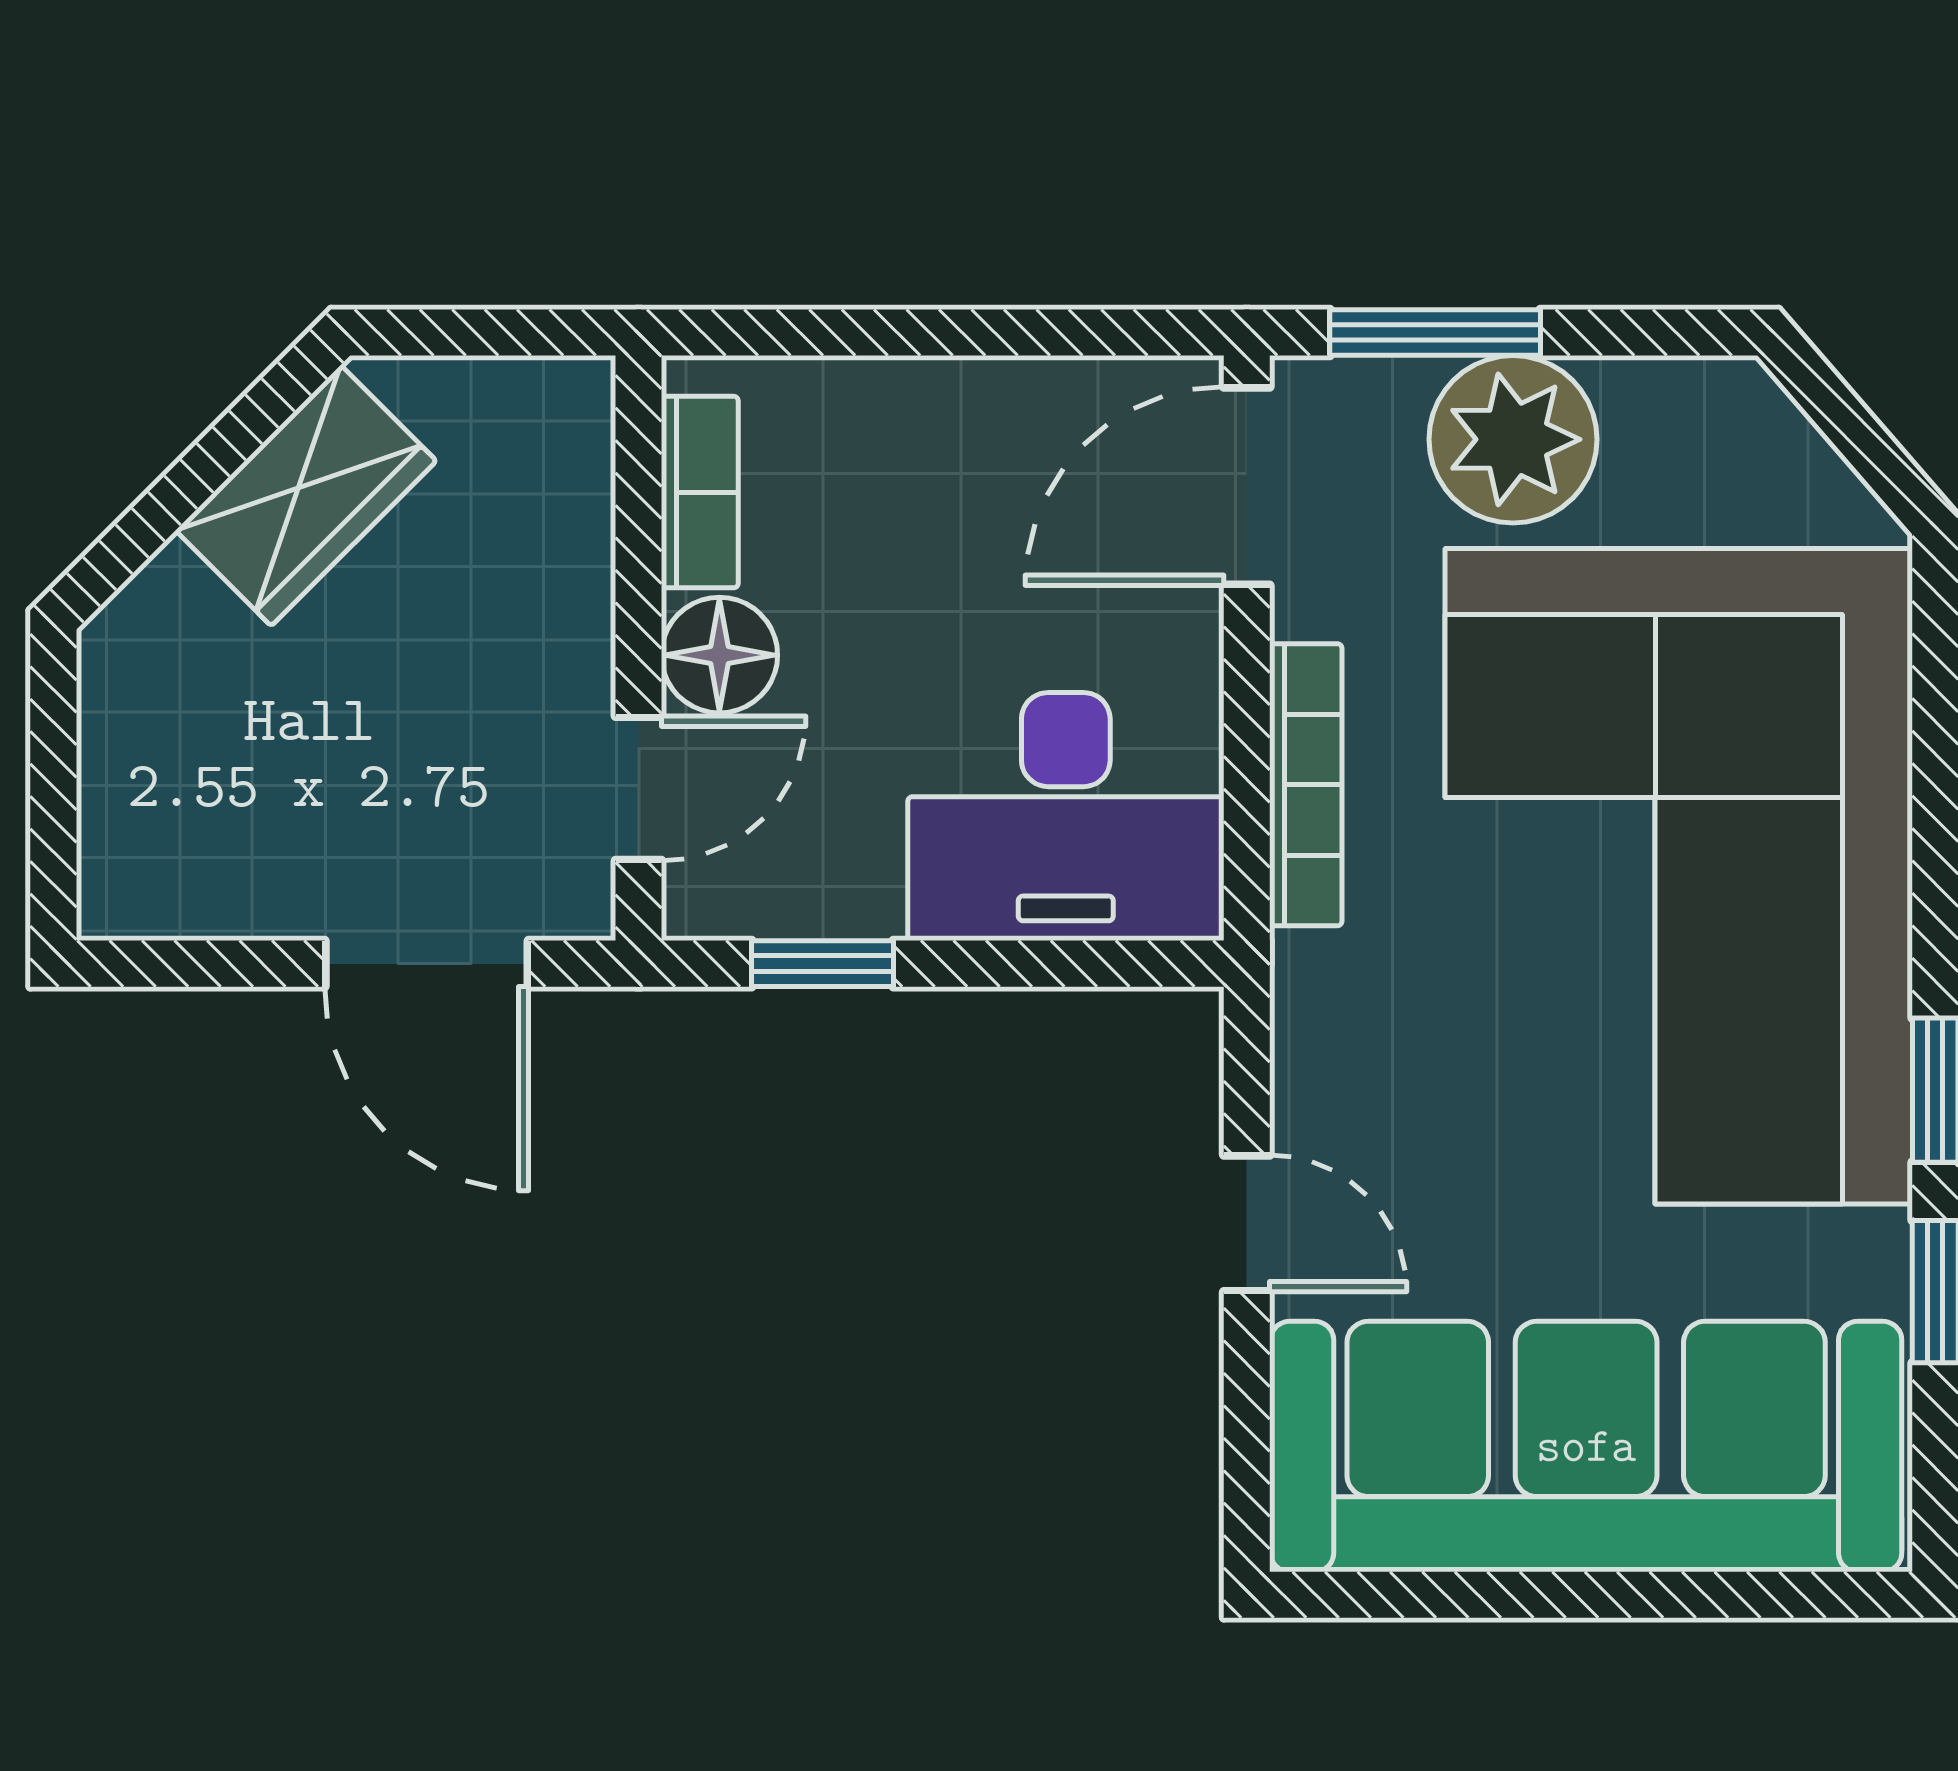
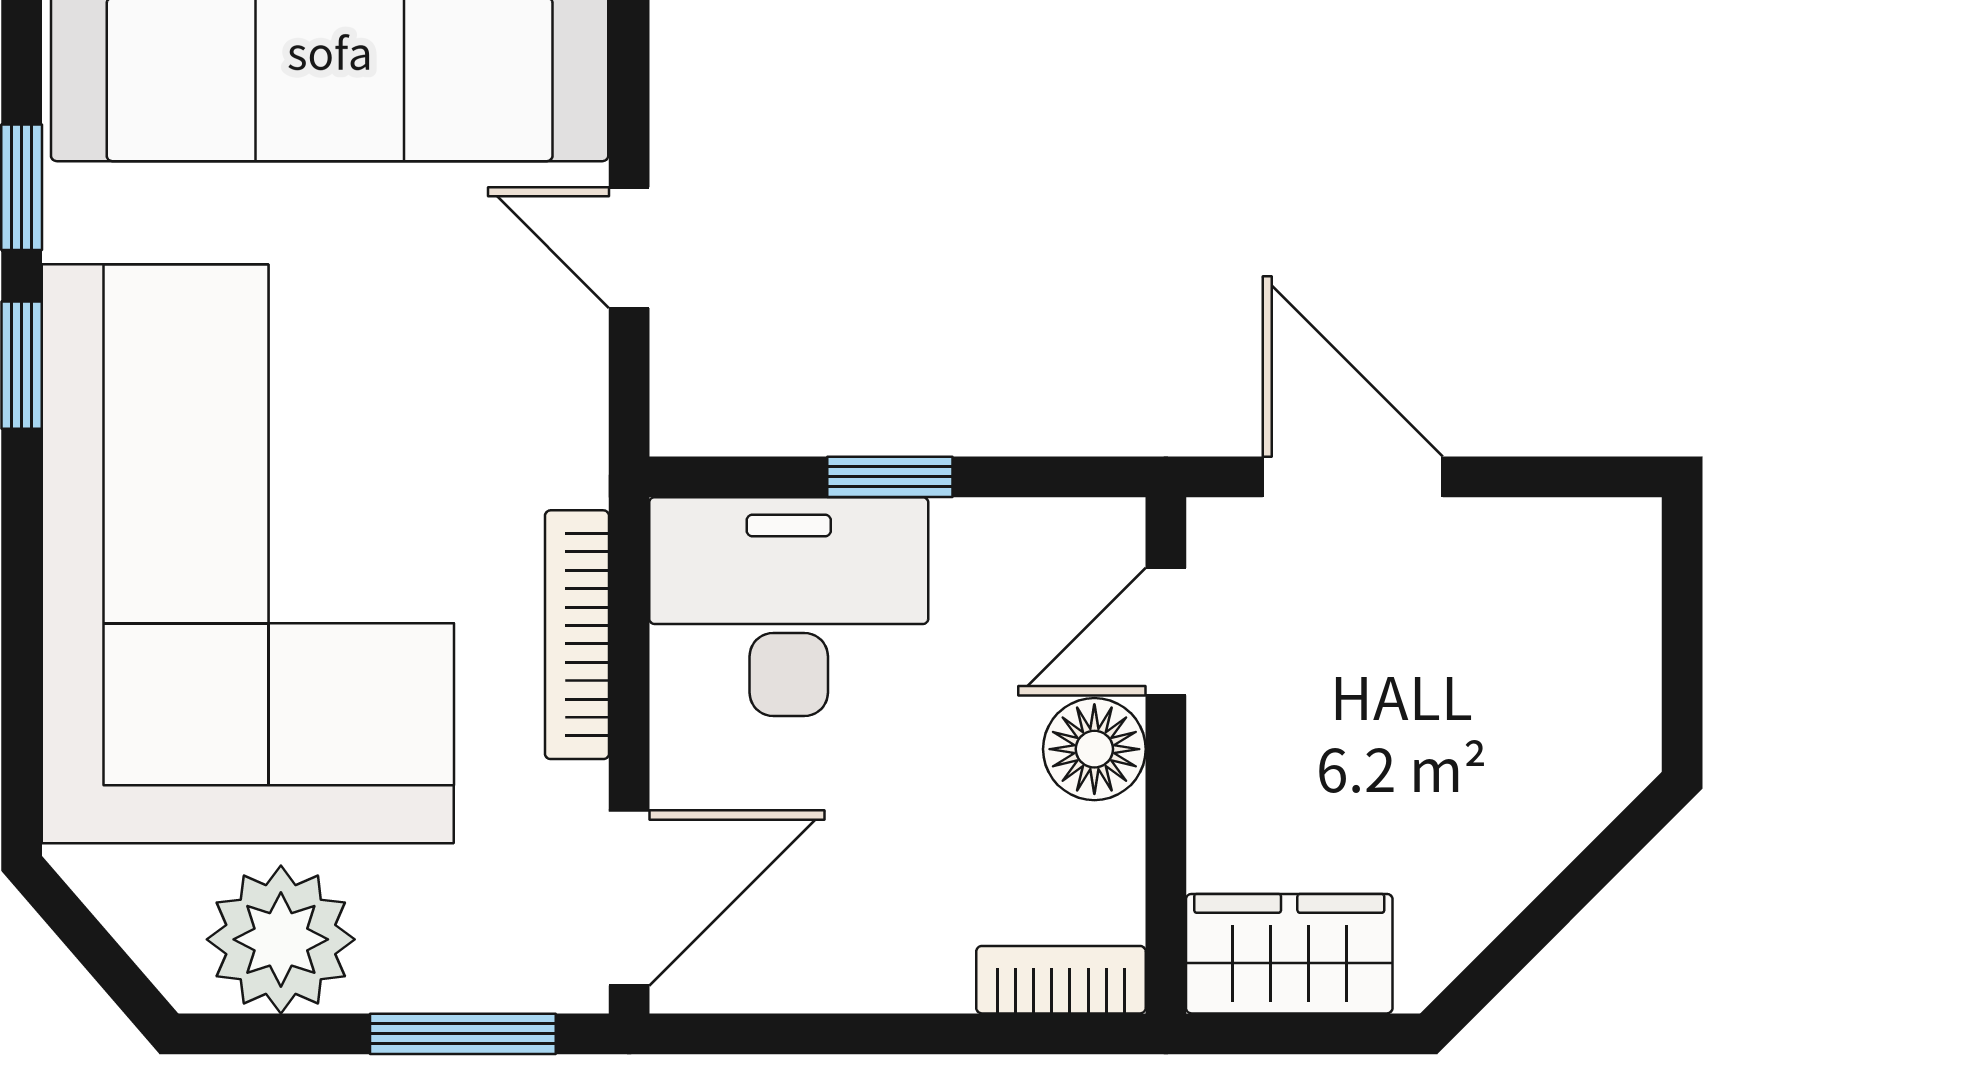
plant: (1513, 439) -> (281, 939), moved
bookcase: (700, 492) -> (1061, 980), moved, turned 90
wardrobe: (306, 496) -> (1289, 954), moved, turned 45
window: (822, 964) -> (890, 477), moved

